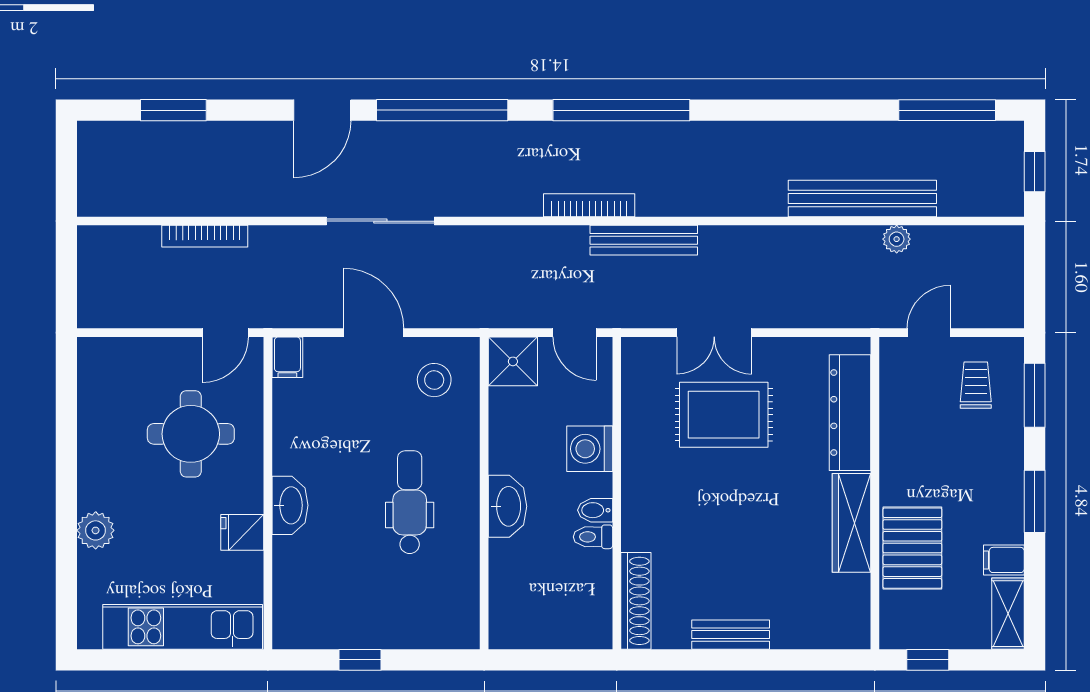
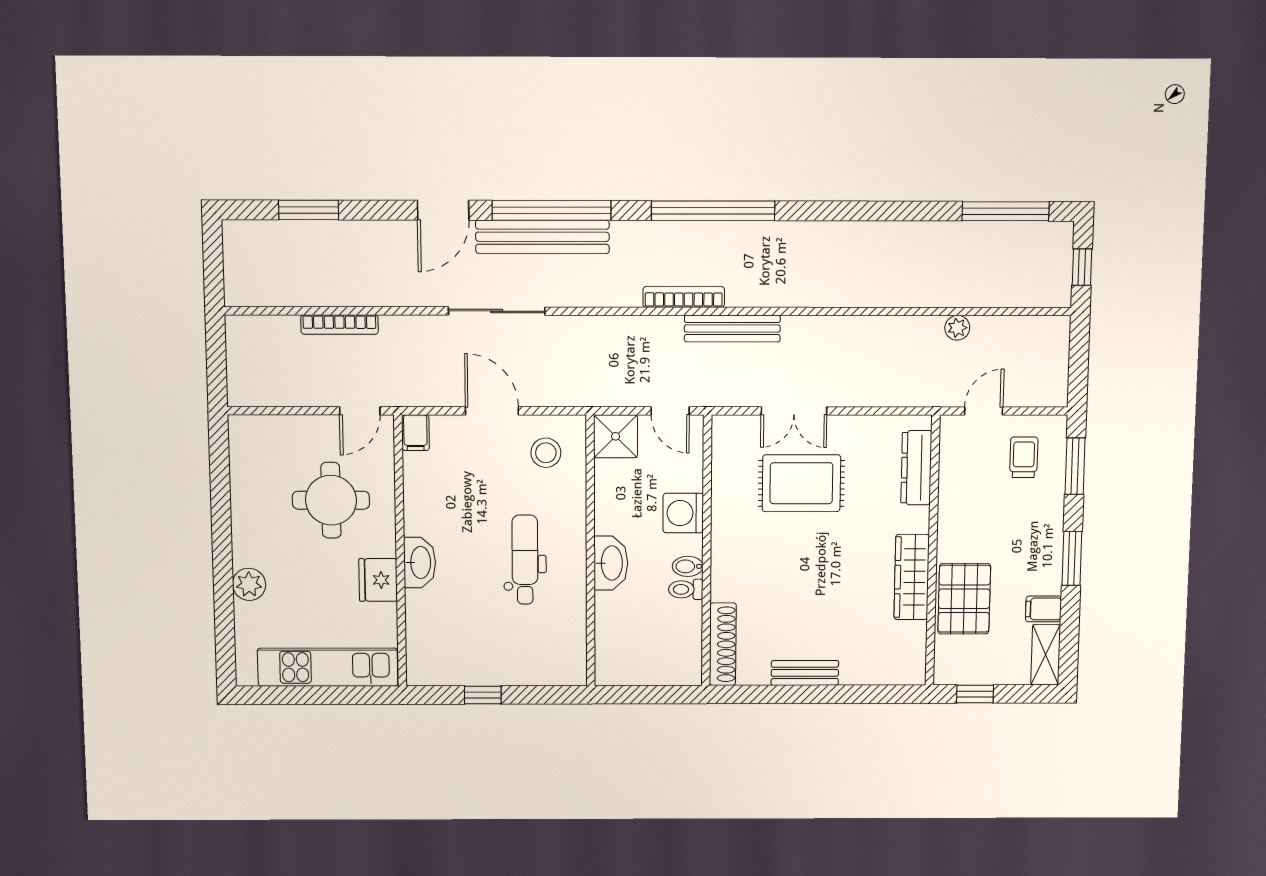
bench: (862, 198) -> (542, 237), moved
dresser: (850, 413) -> (916, 468), width x0.73, depth x0.80
fridge: (242, 532) -> (378, 580), width x1.38

